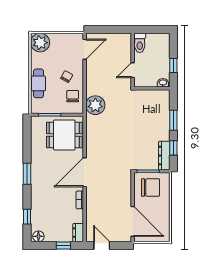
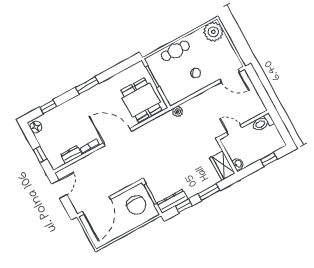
window: (173, 66) -> (269, 159), moved
chair: (73, 96) -> (181, 88), removed
wardrobe: (157, 97) -> (222, 166), added
plant: (95, 105) -> (178, 112), width x0.53, depth x0.53
dresser: (78, 233) -> (71, 155), moved

